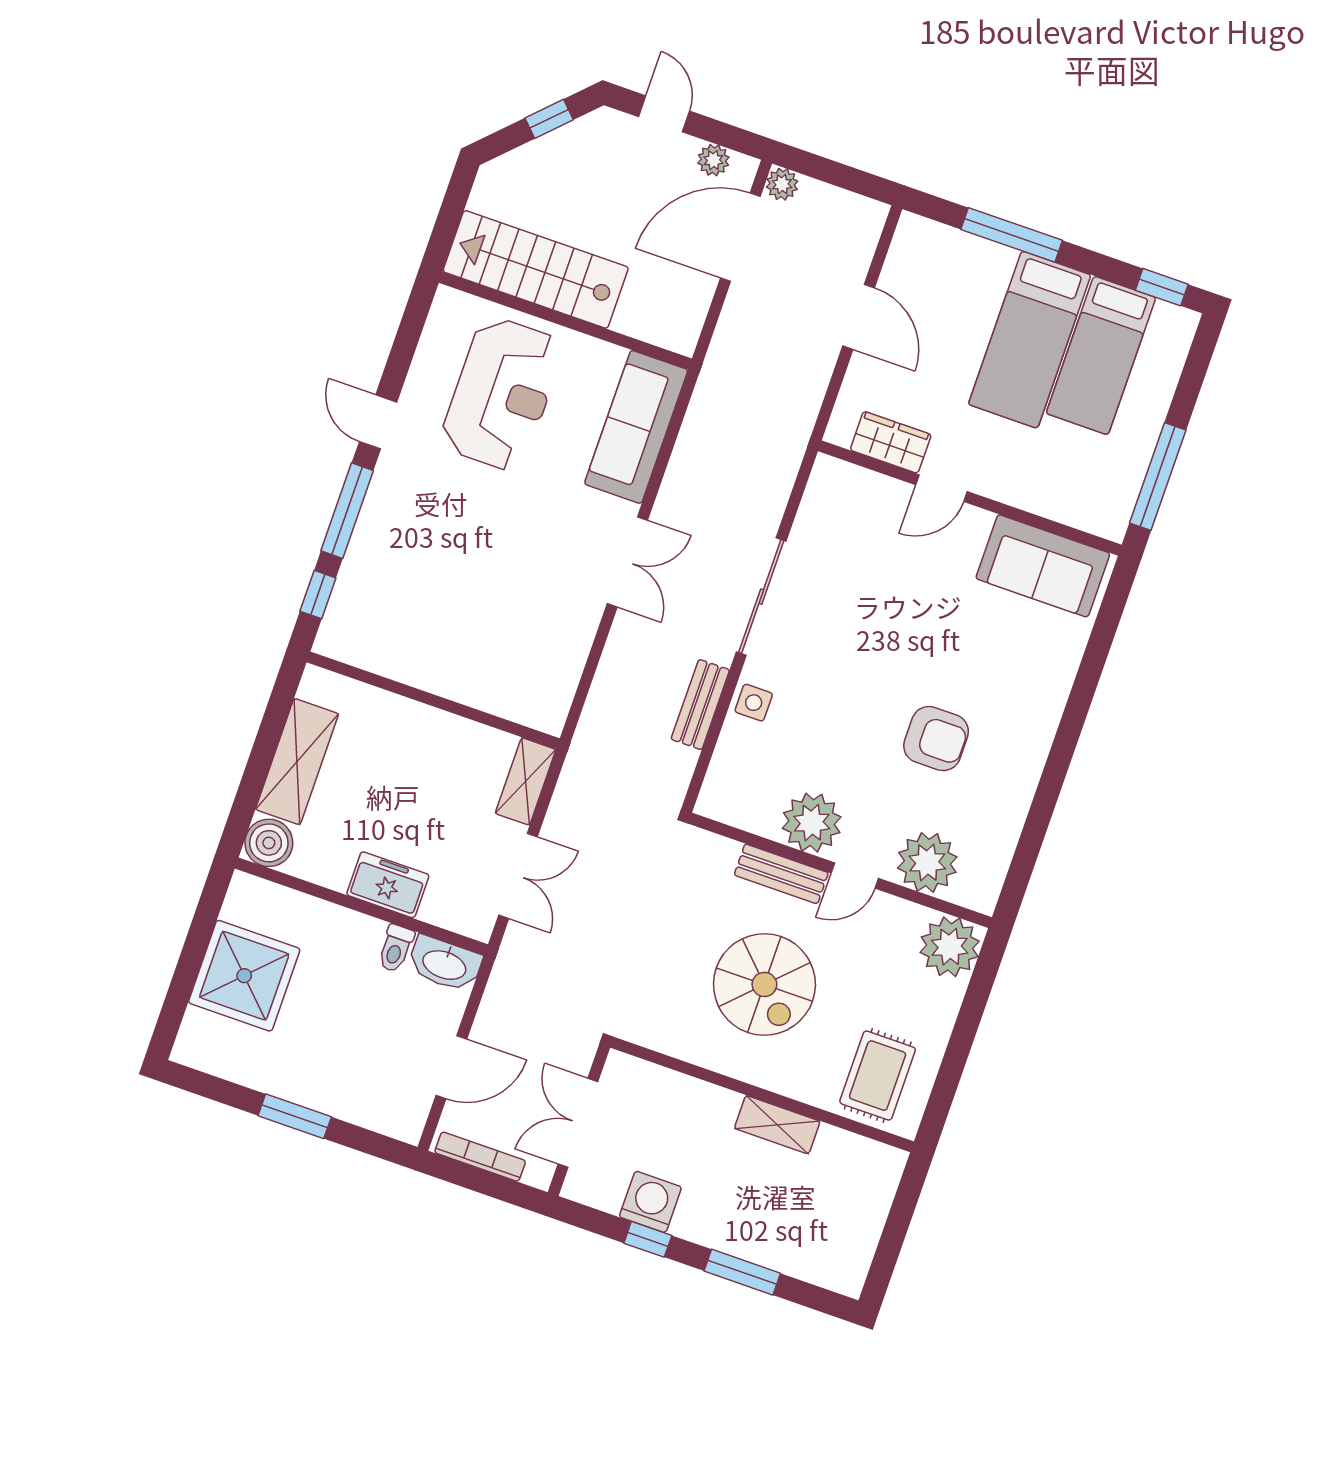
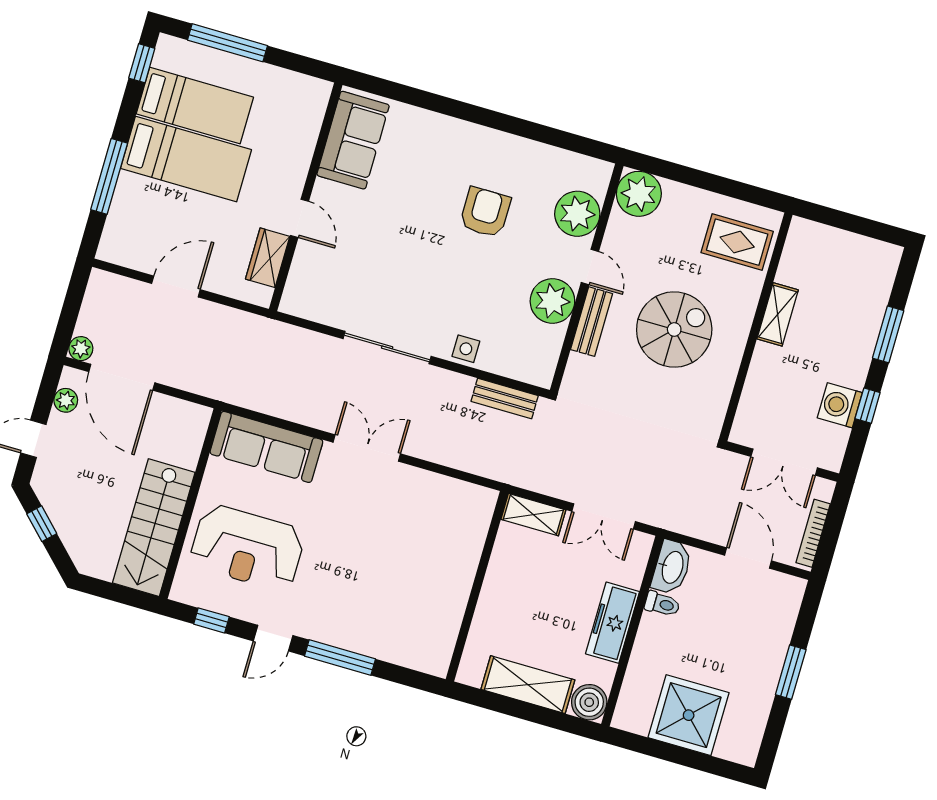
reception desk: (502, 394) -> (247, 548), turned 180
window: (1158, 477) -> (228, 43), moved
window: (318, 595) -> (211, 620), moved
bench: (700, 705) -> (505, 398), moved
double door: (518, 876) -> (604, 516), swing flipped
freezer: (388, 885) -> (613, 623), width x1.40

